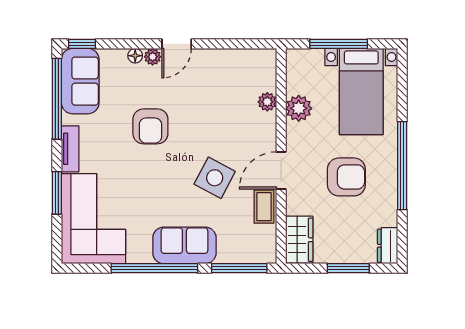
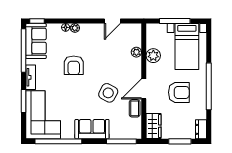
door: (177, 44) -> (112, 21), moved
window: (154, 268) -> (58, 141), moved

